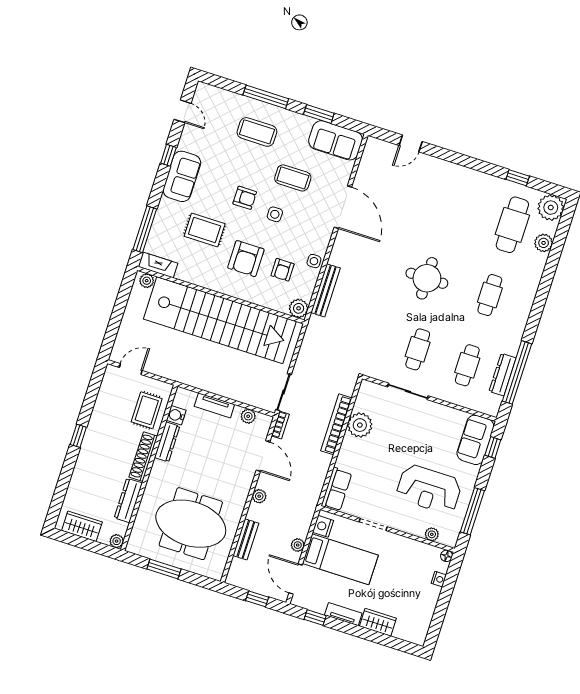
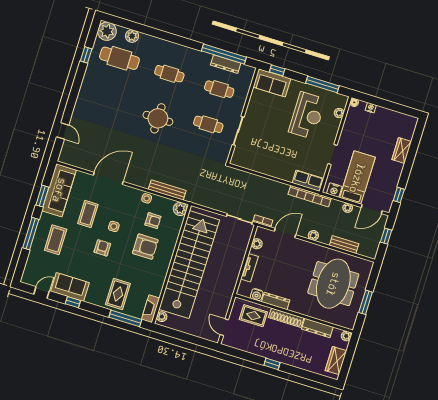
sofa: (336, 140) -> (59, 190), width x1.36
sofa: (182, 176) -> (70, 287), moved
rug: (205, 230) -> (118, 294), moved
bookcase: (336, 424) -> (310, 196), moved
plant: (360, 425) -> (262, 165), removed
tv unit: (343, 614) -> (396, 175), removed

